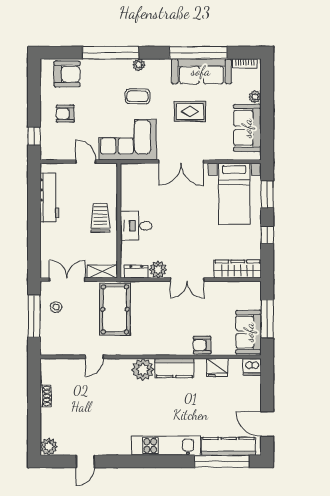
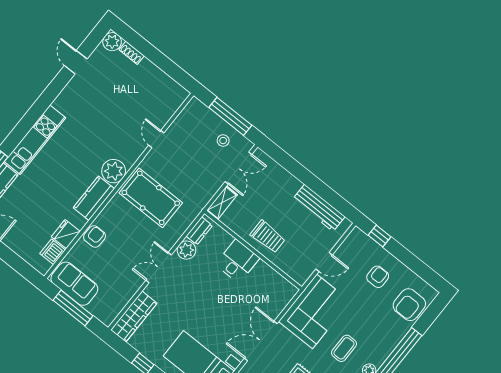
pool table: (115, 309) -> (151, 198), moved
dishwasher: (252, 367) -> (53, 252), moved
shoe rack: (46, 396) -> (132, 53), moved

